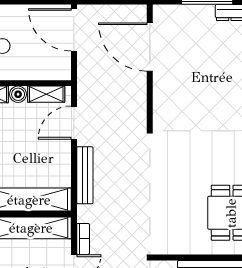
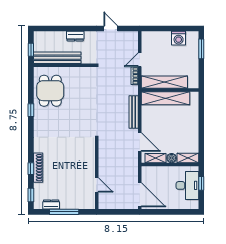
door: (150, 47) -> (97, 185), width x0.53
door: (74, 123) -> (140, 142), hinge flipped

